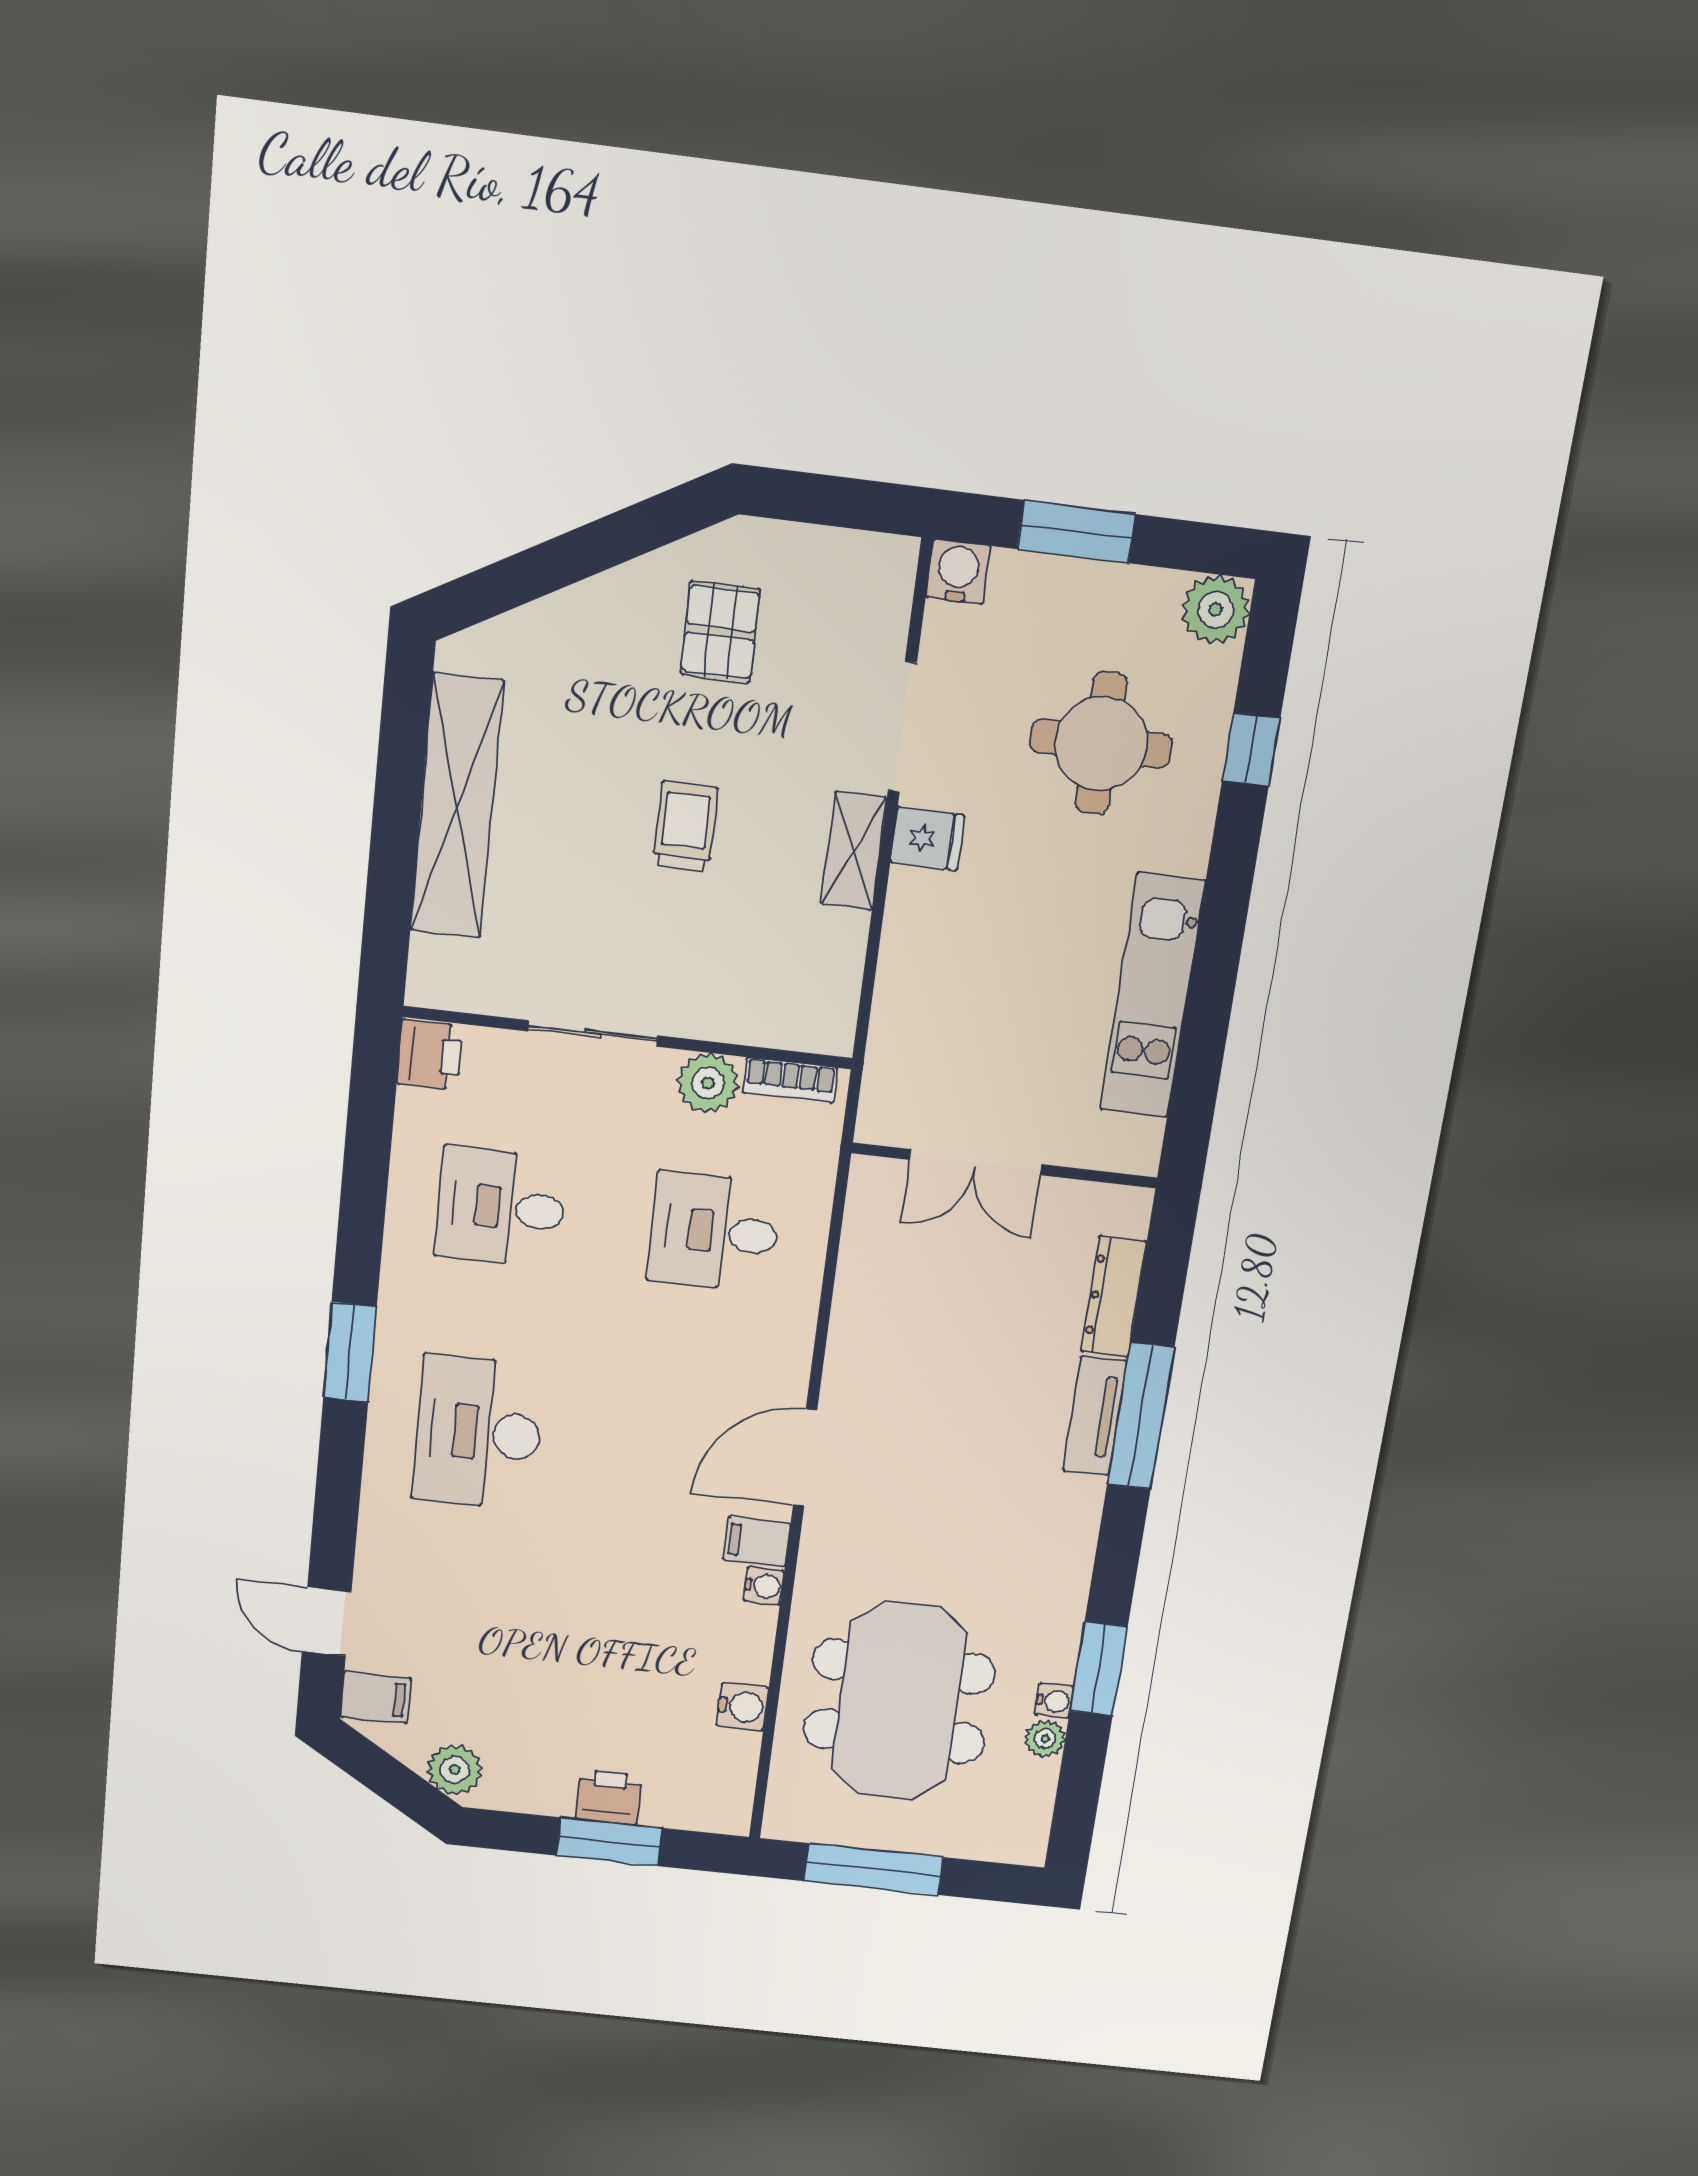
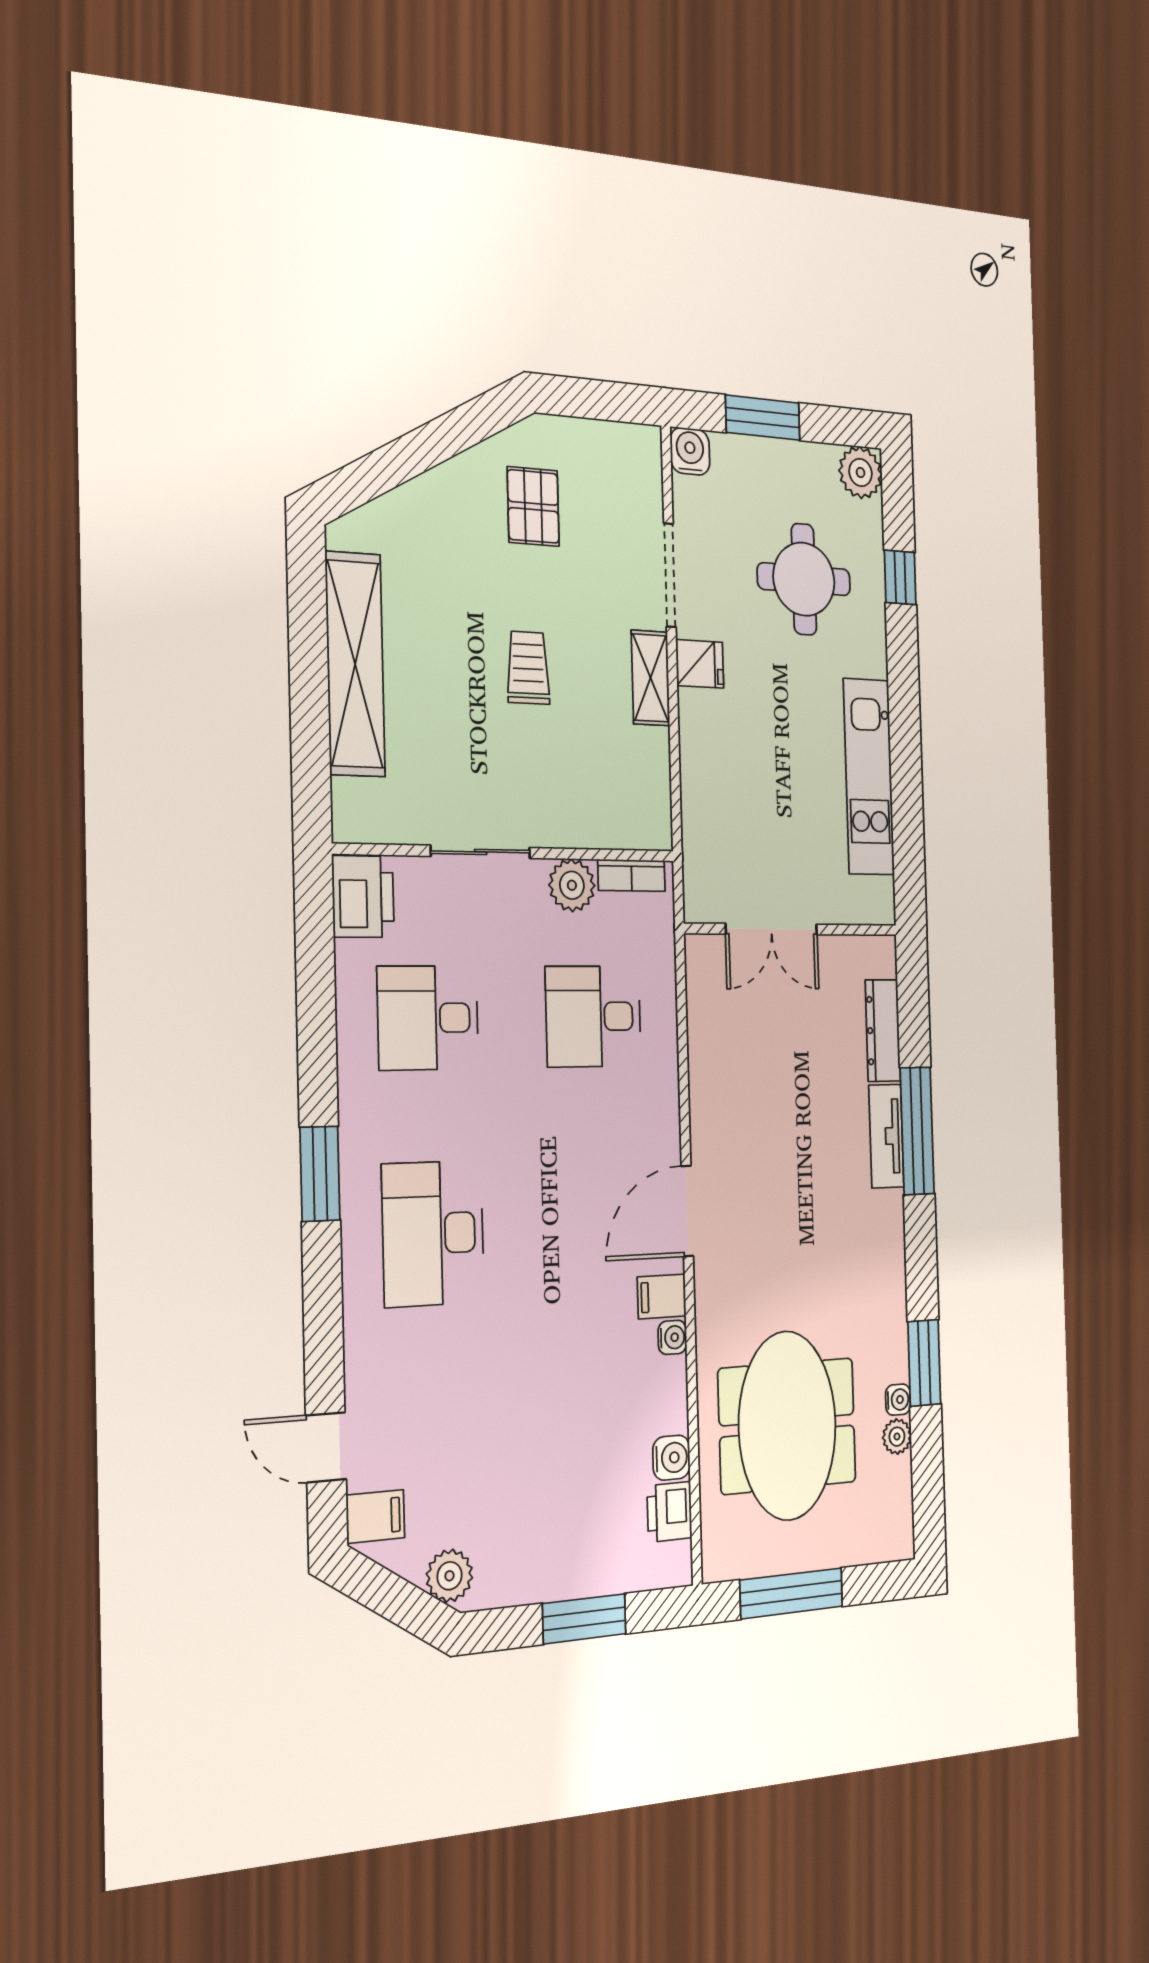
printer: (430, 1055) -> (363, 897), width x1.36, depth x1.24
printer: (609, 1797) -> (670, 1512), moved, turned -90

